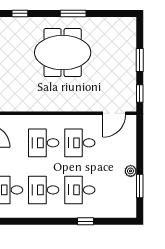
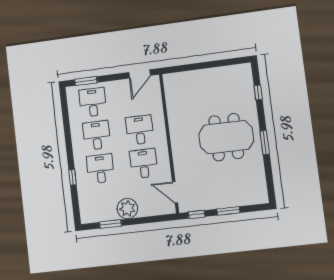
meeting table: (63, 53) -> (226, 137), turned 90
plant: (131, 171) -> (127, 209), width x1.87, depth x1.87

